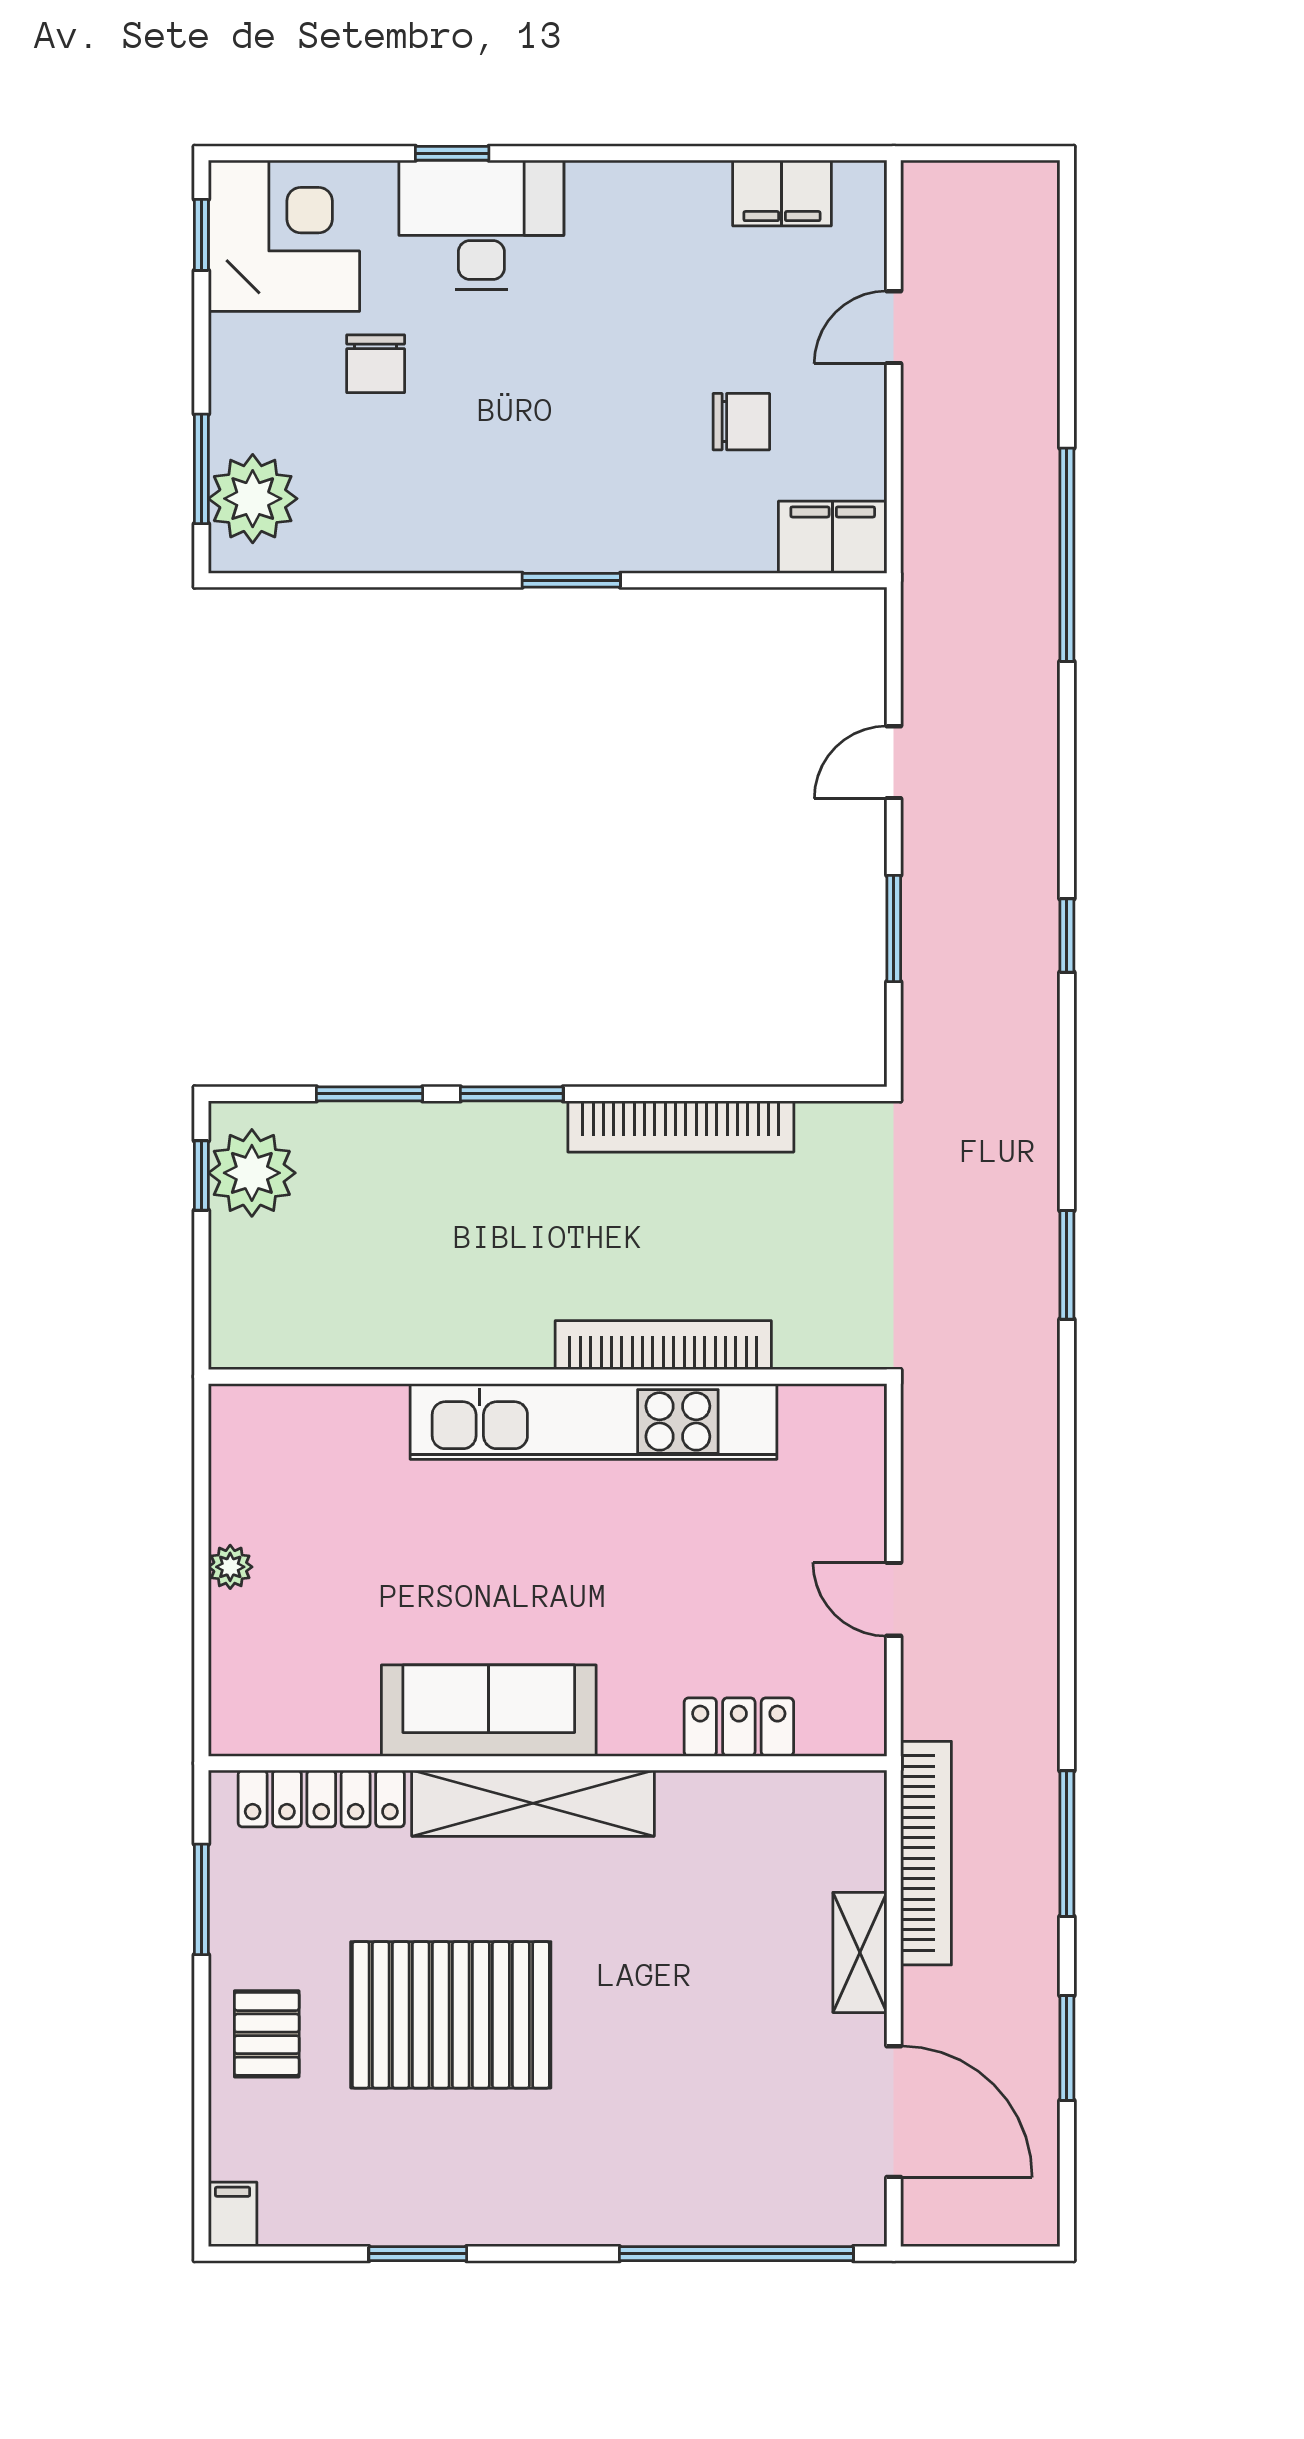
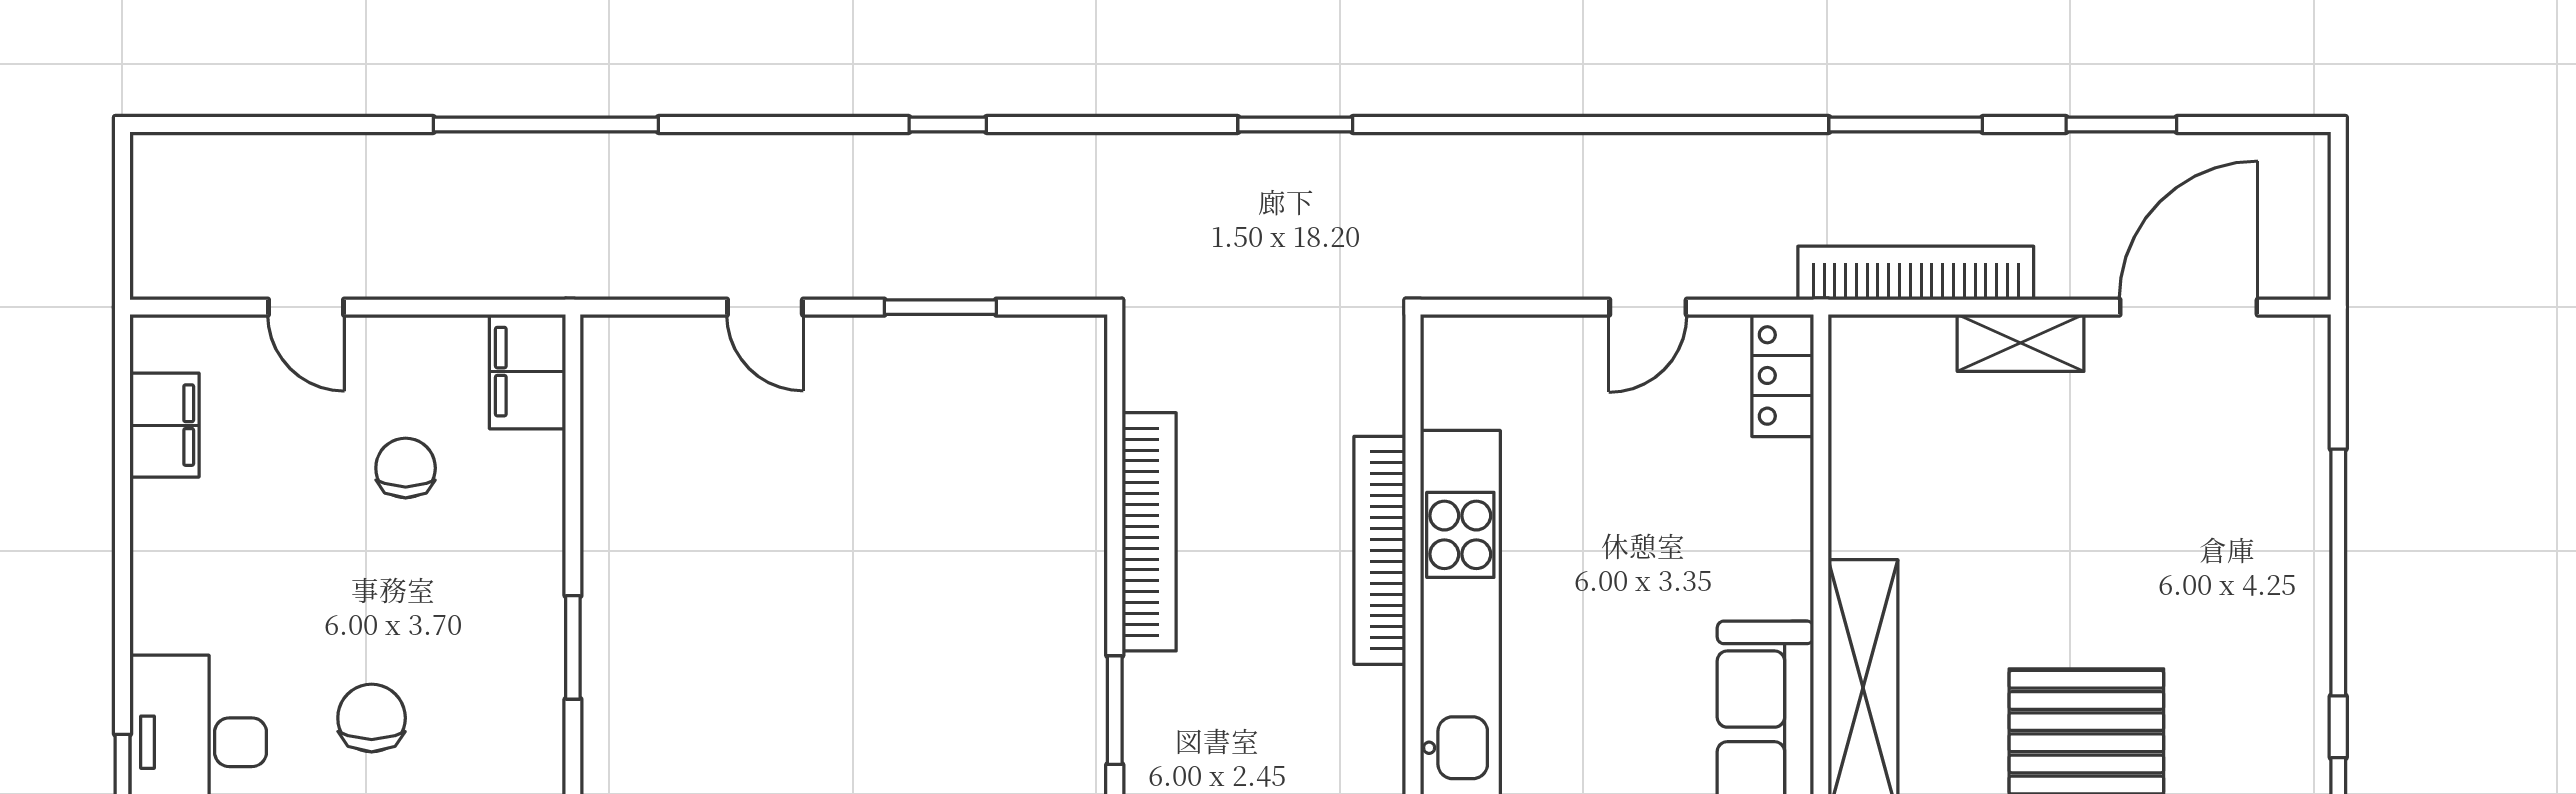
chair: (504, 389) -> (372, 718), added
locker: (739, 1727) -> (1783, 375), moved
window: (736, 2254) -> (2338, 572), moved

